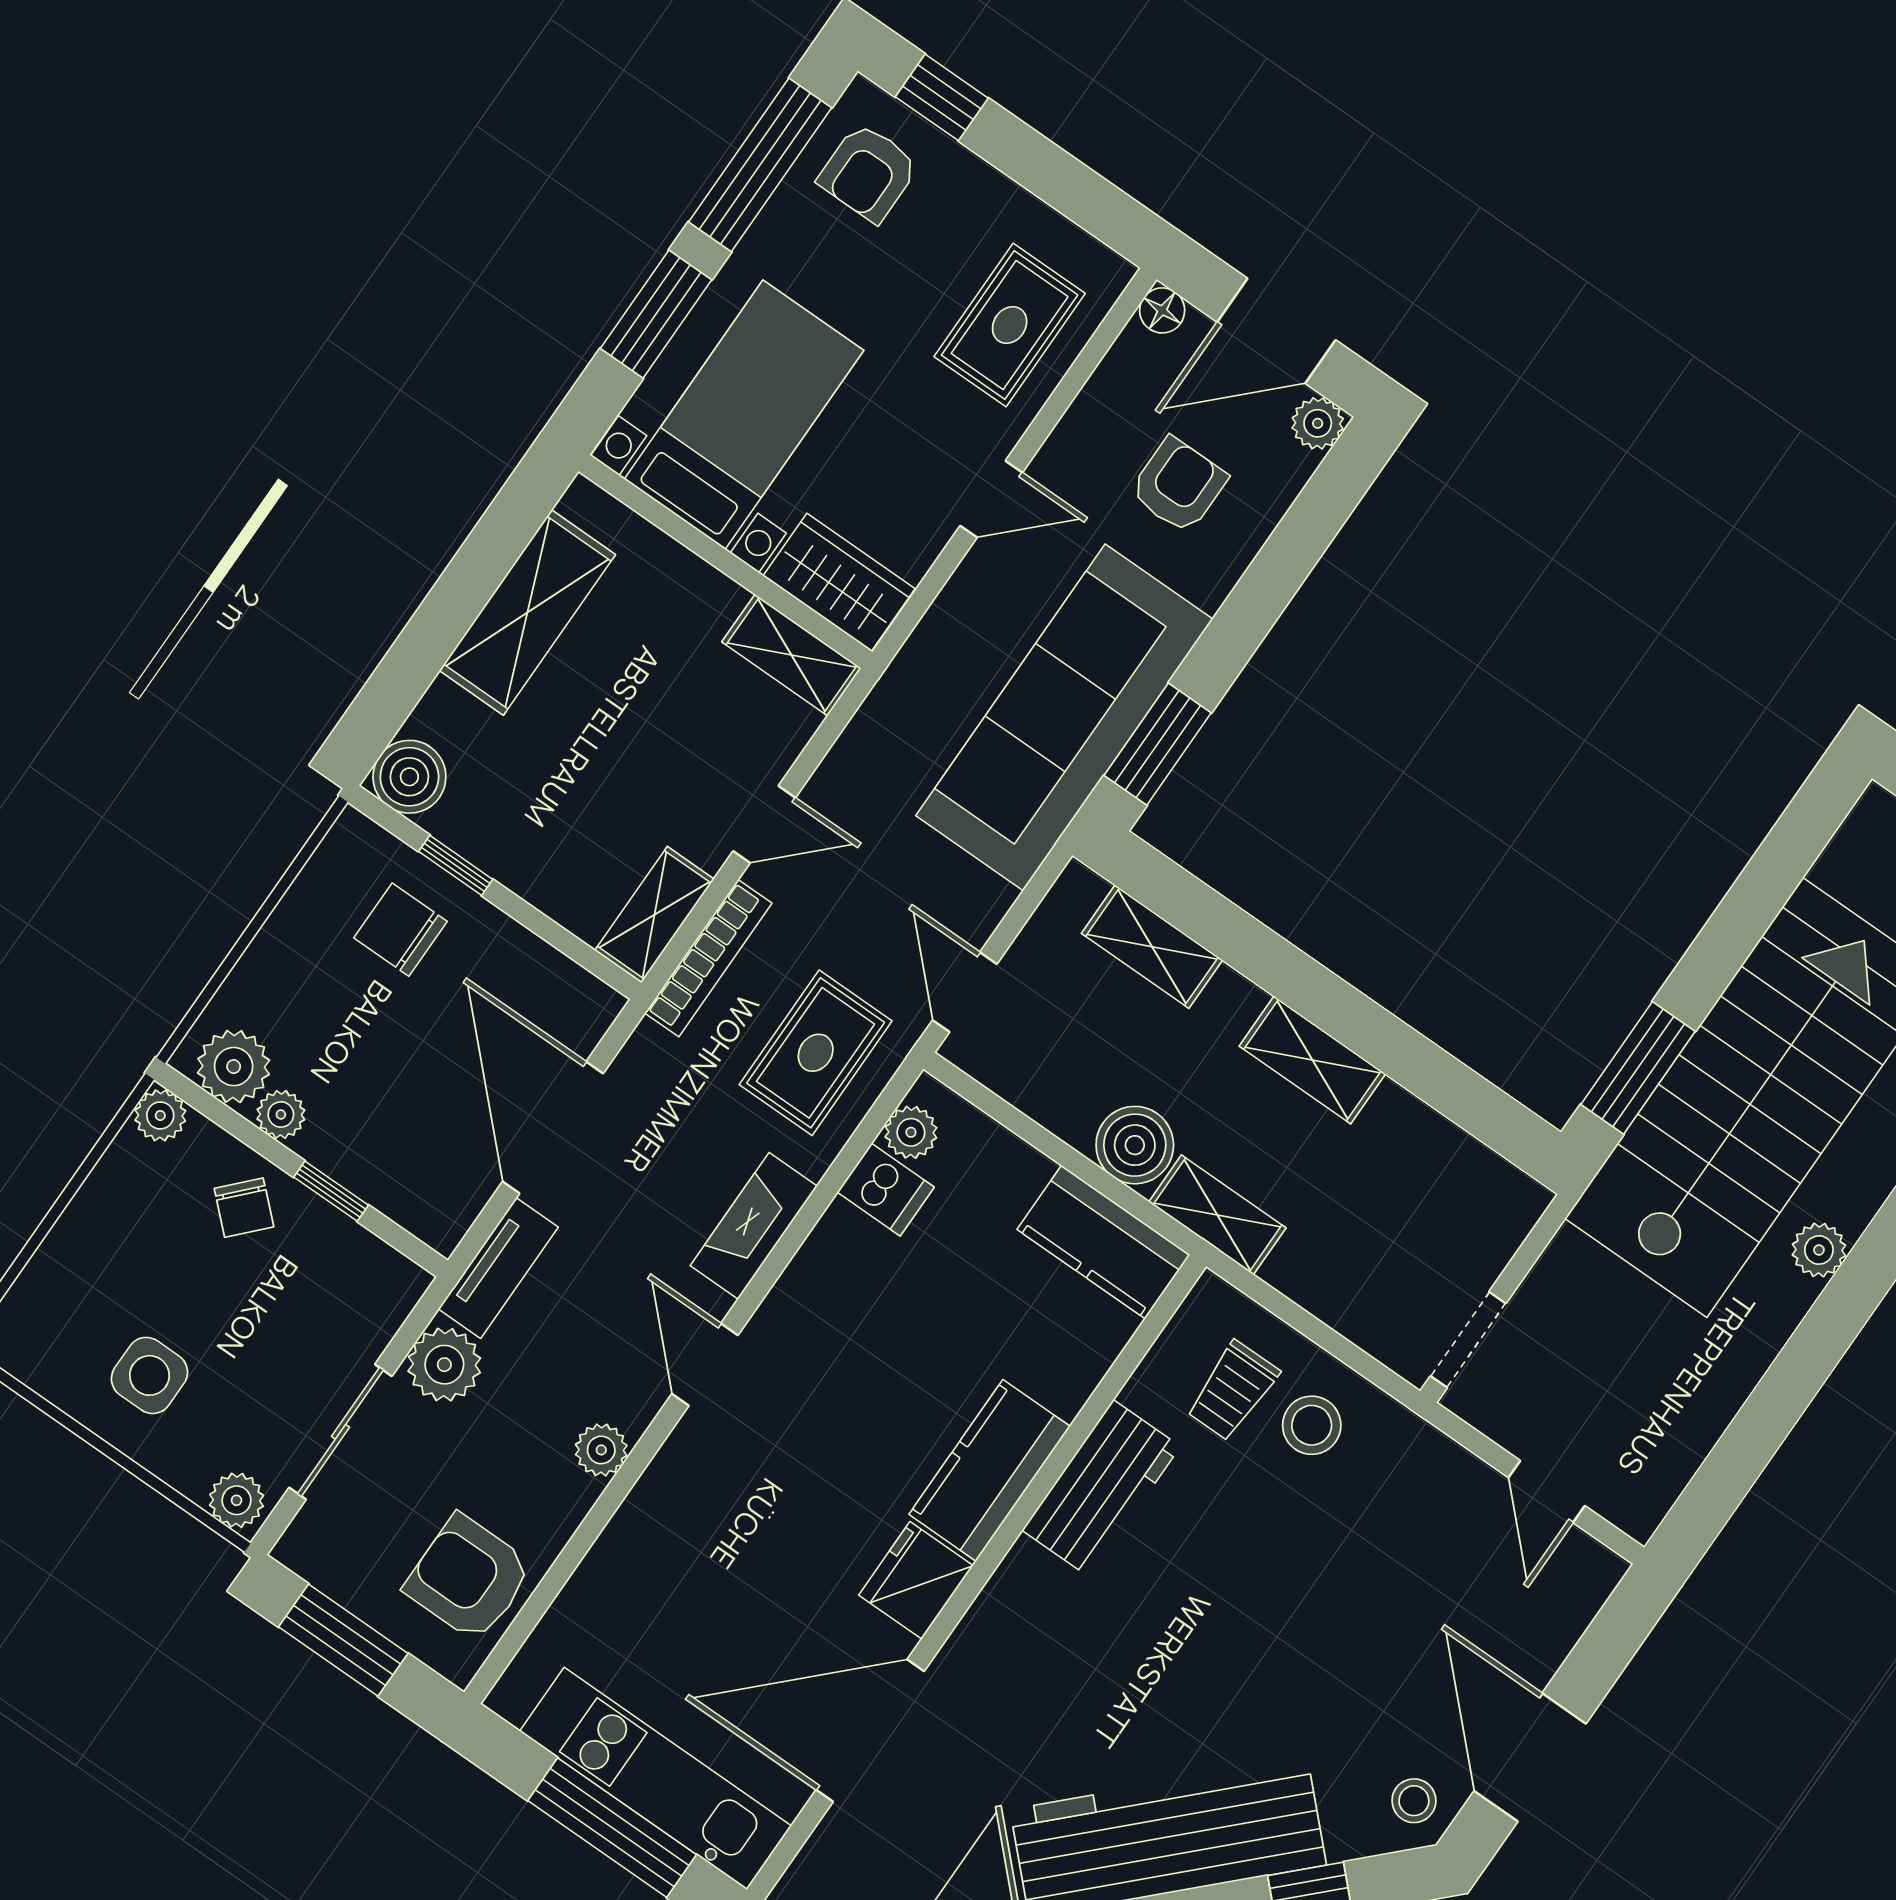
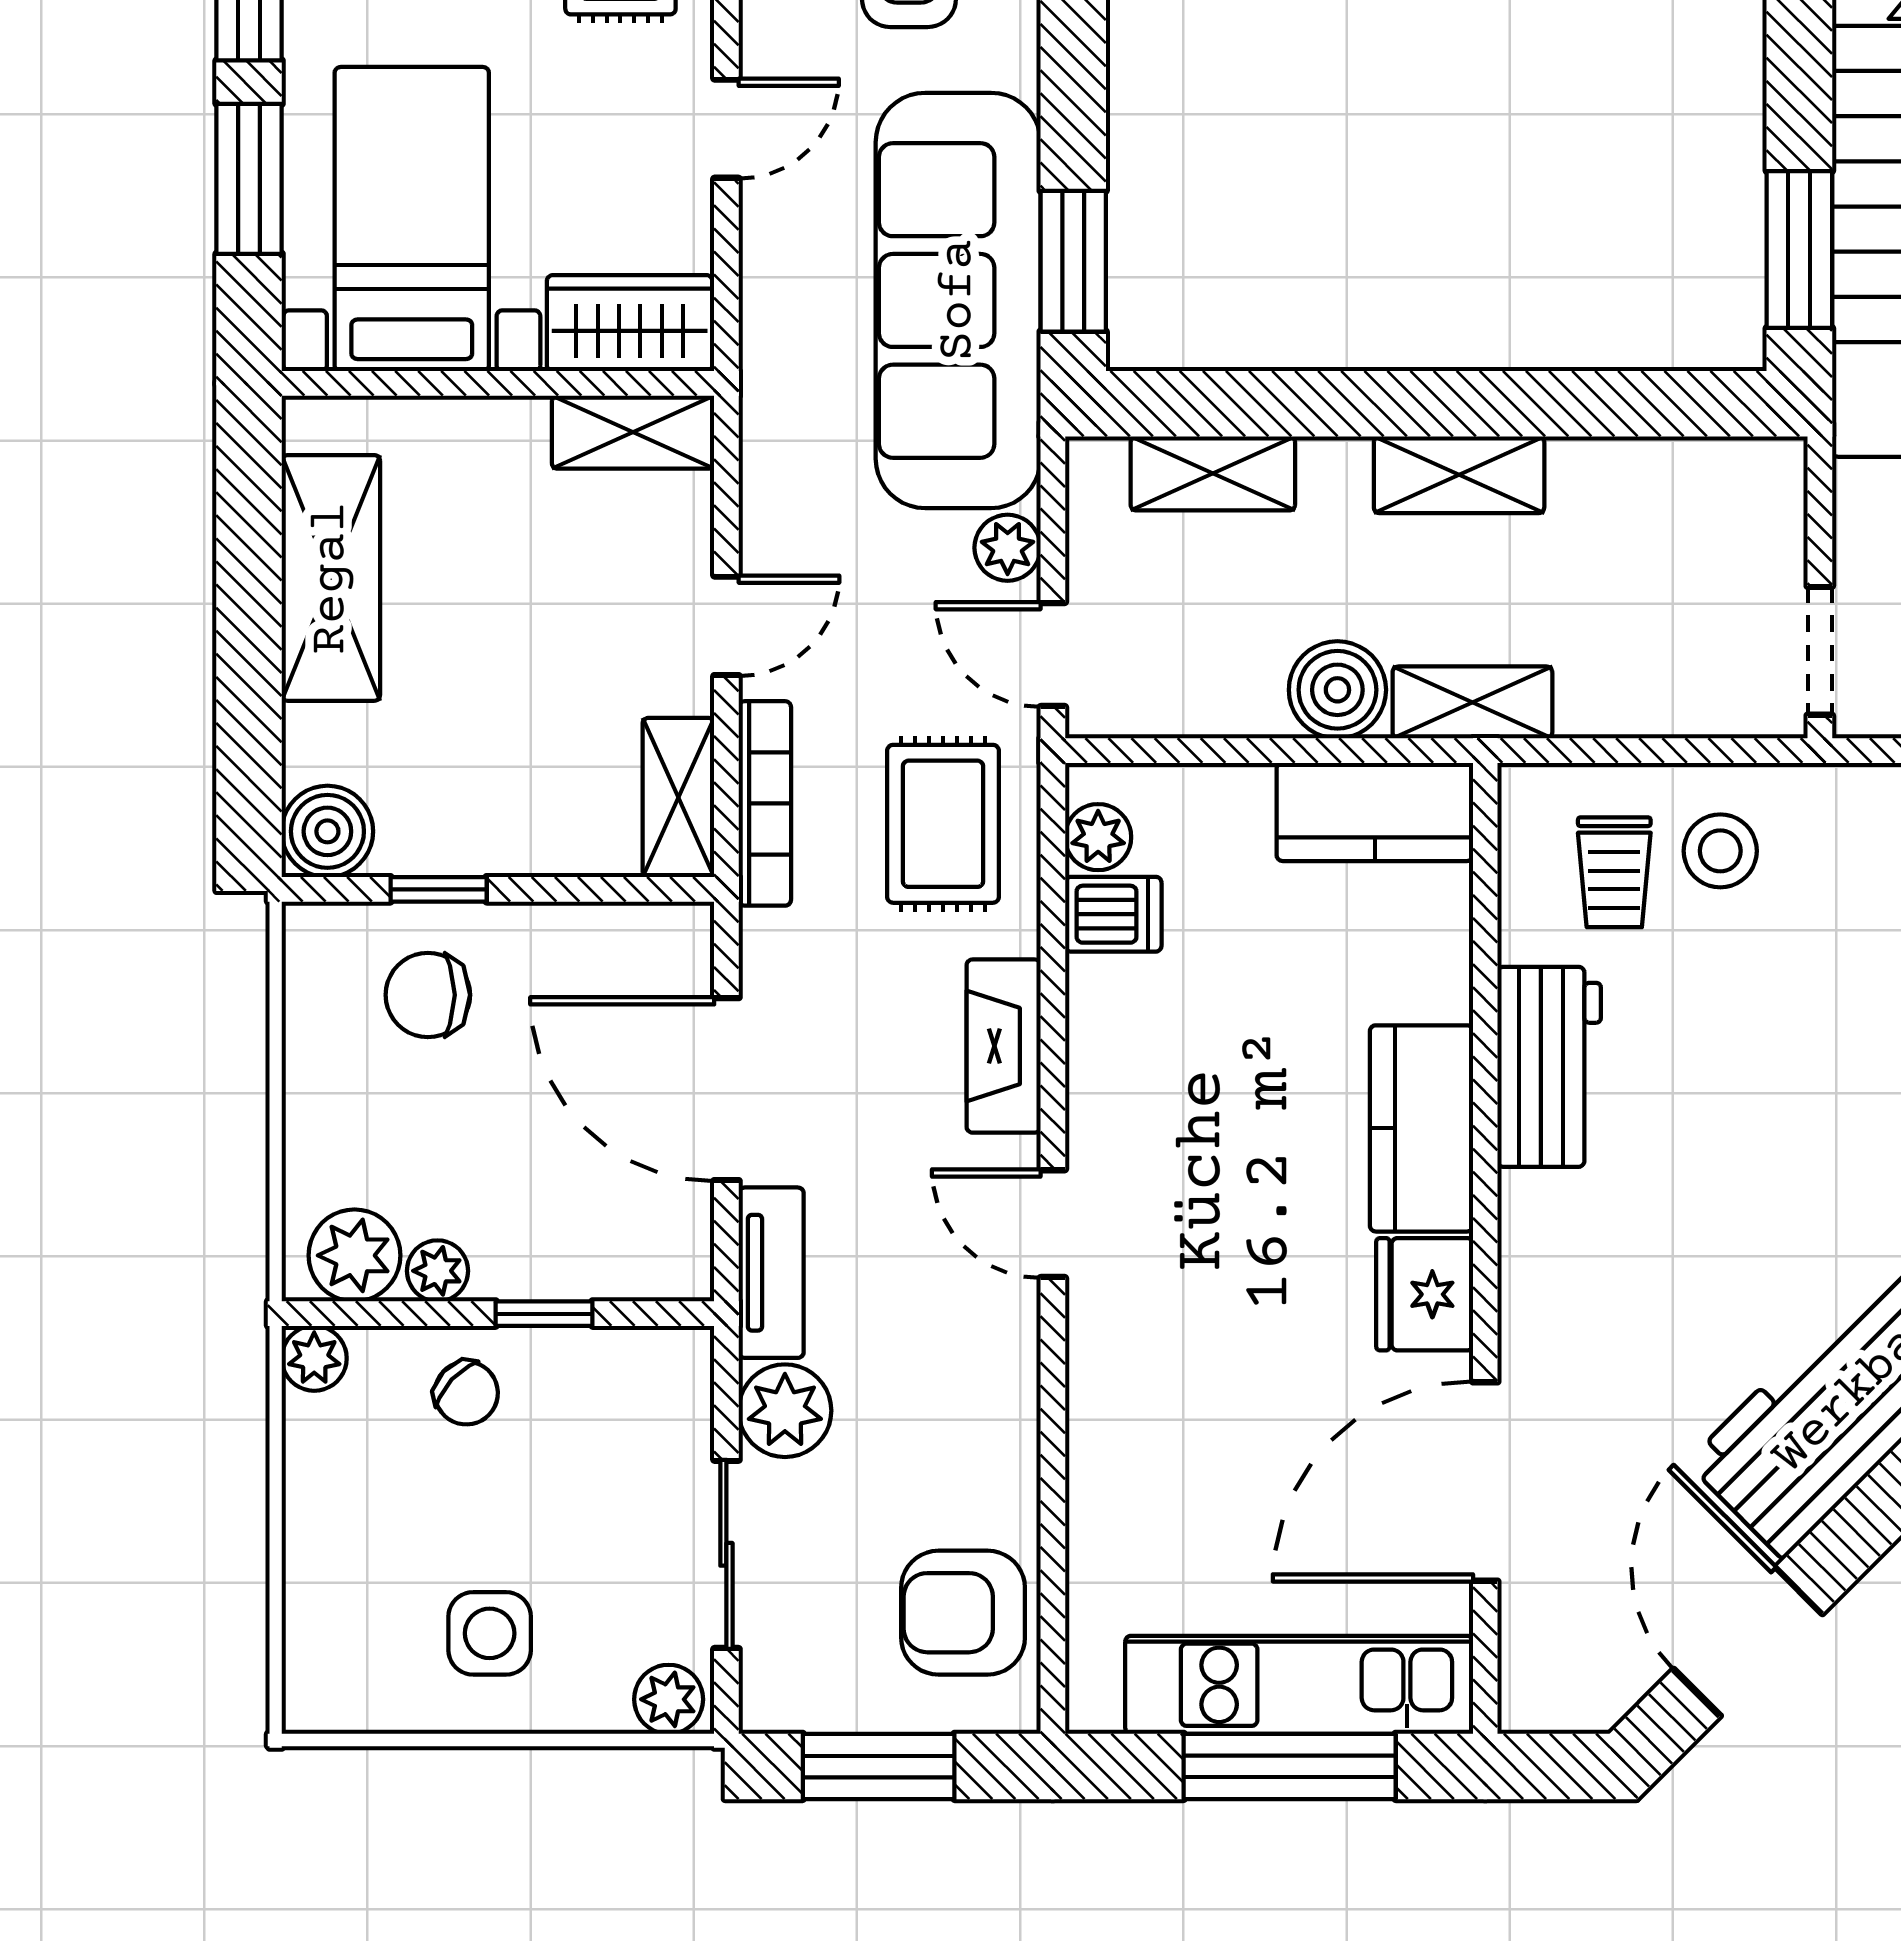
plant: (601, 1450) -> (1008, 548), moved

